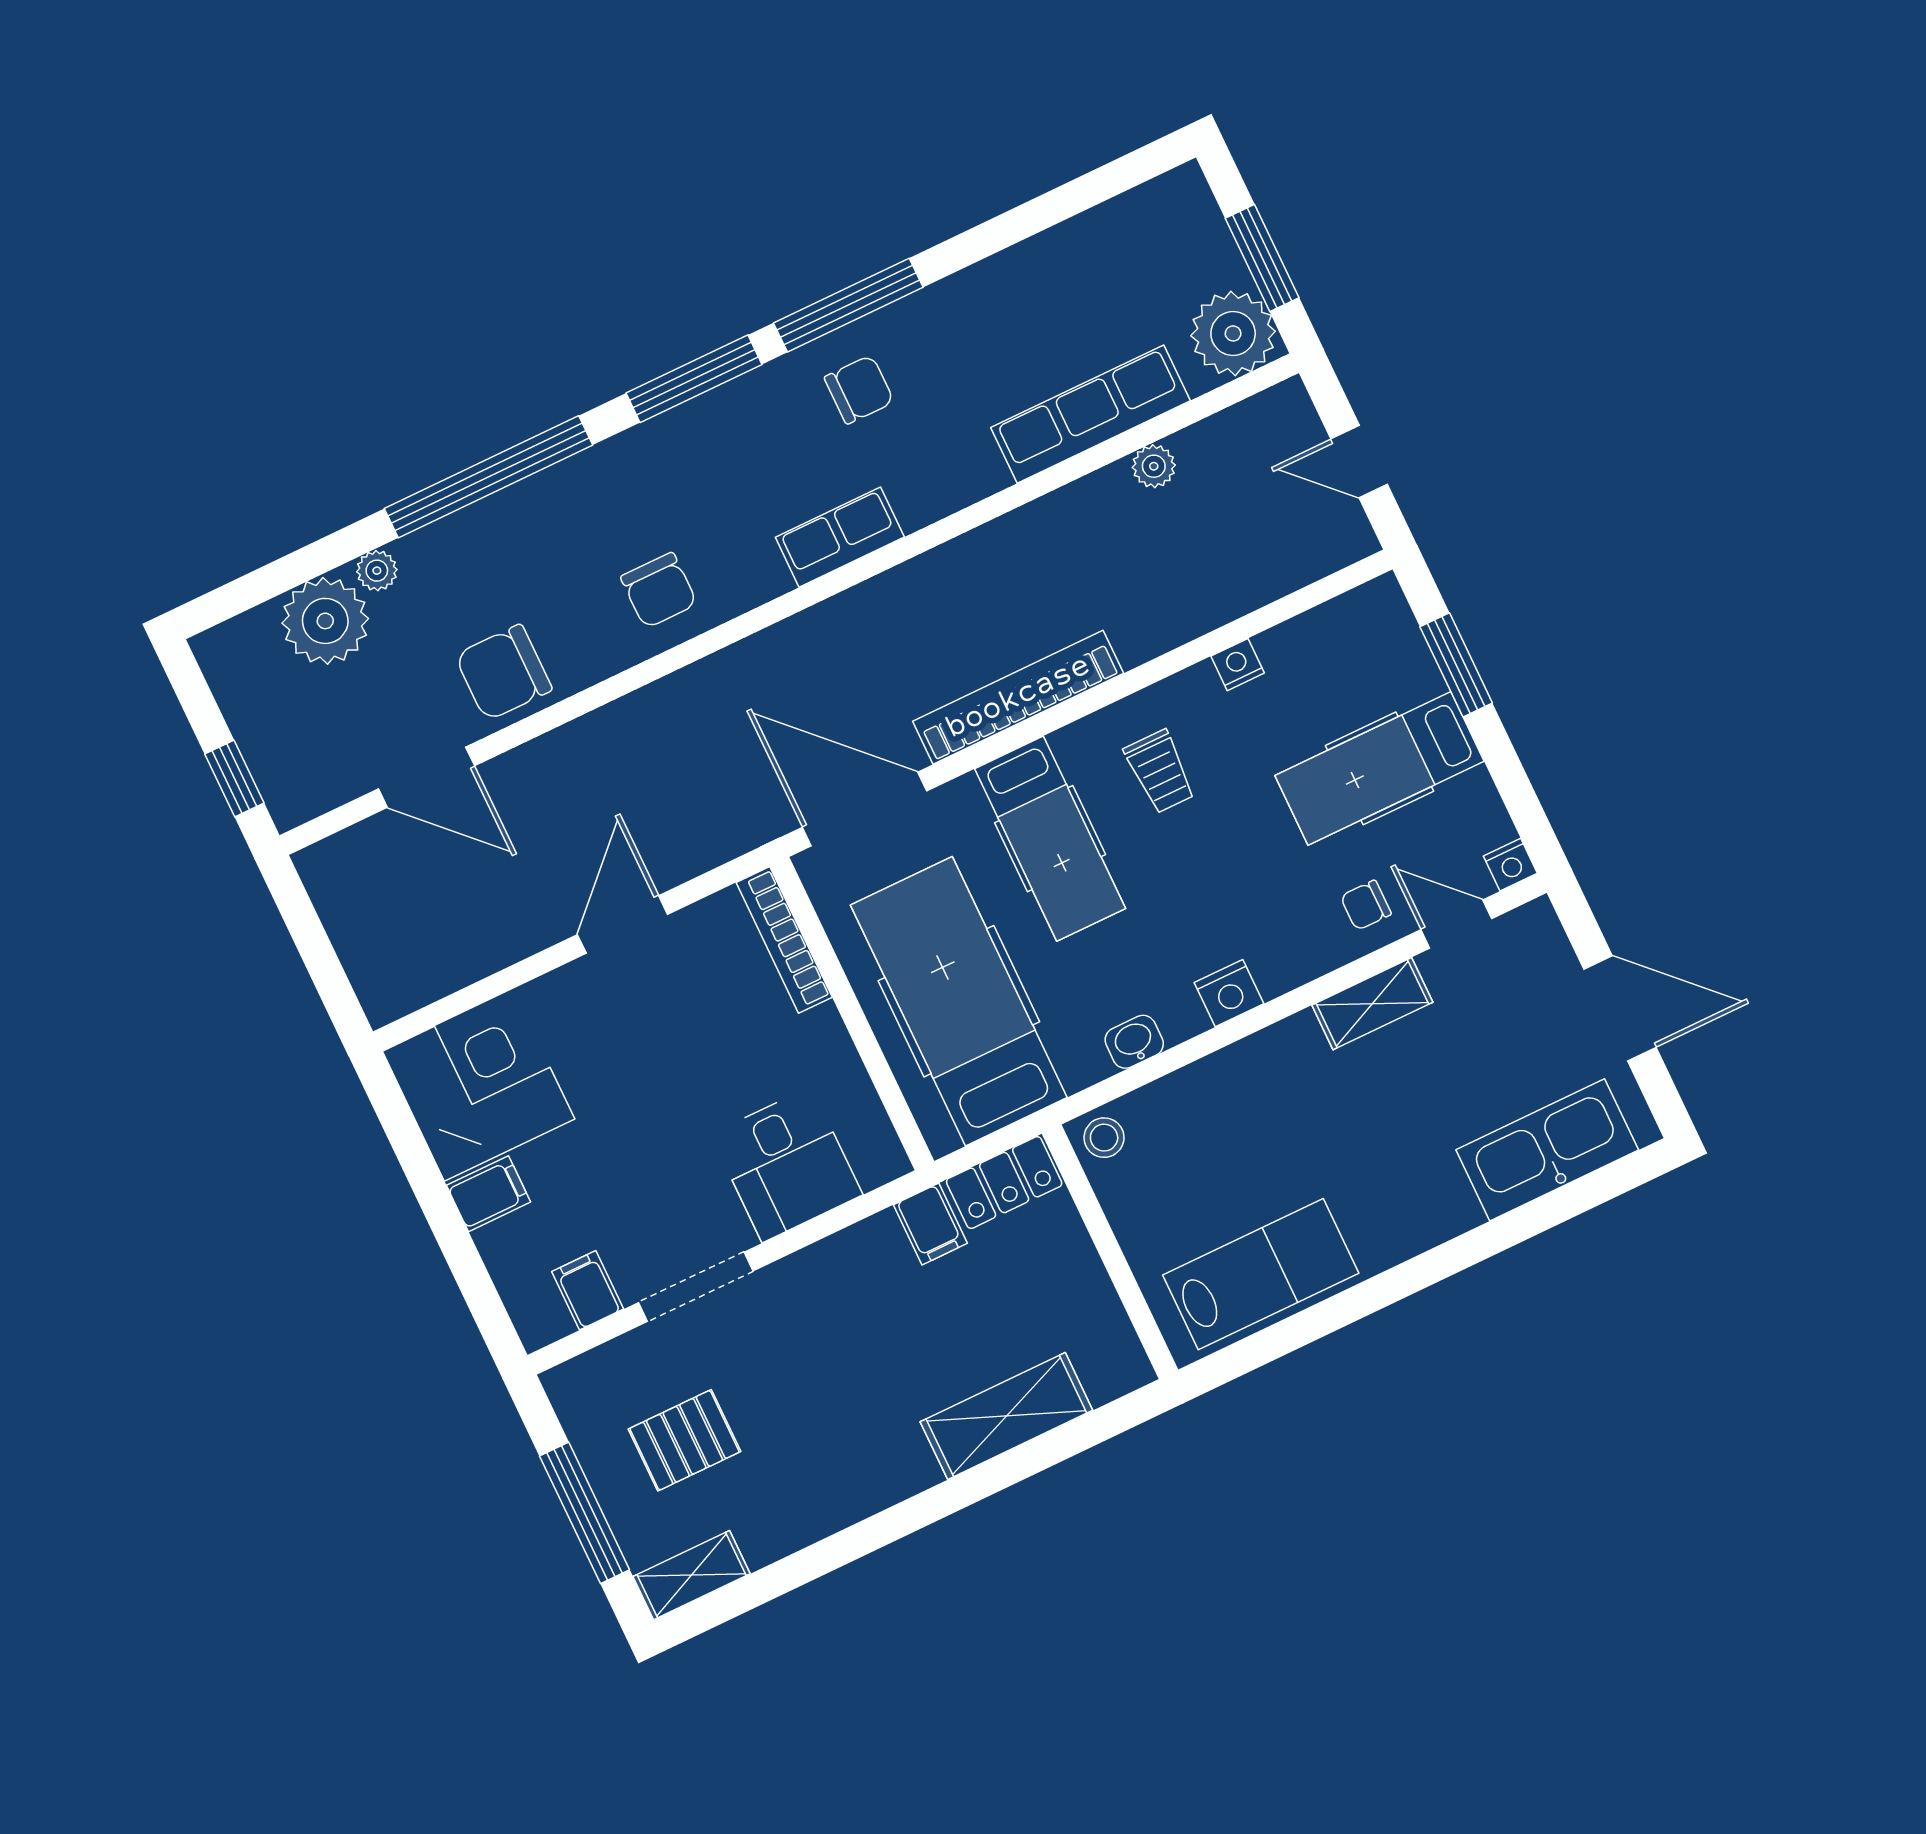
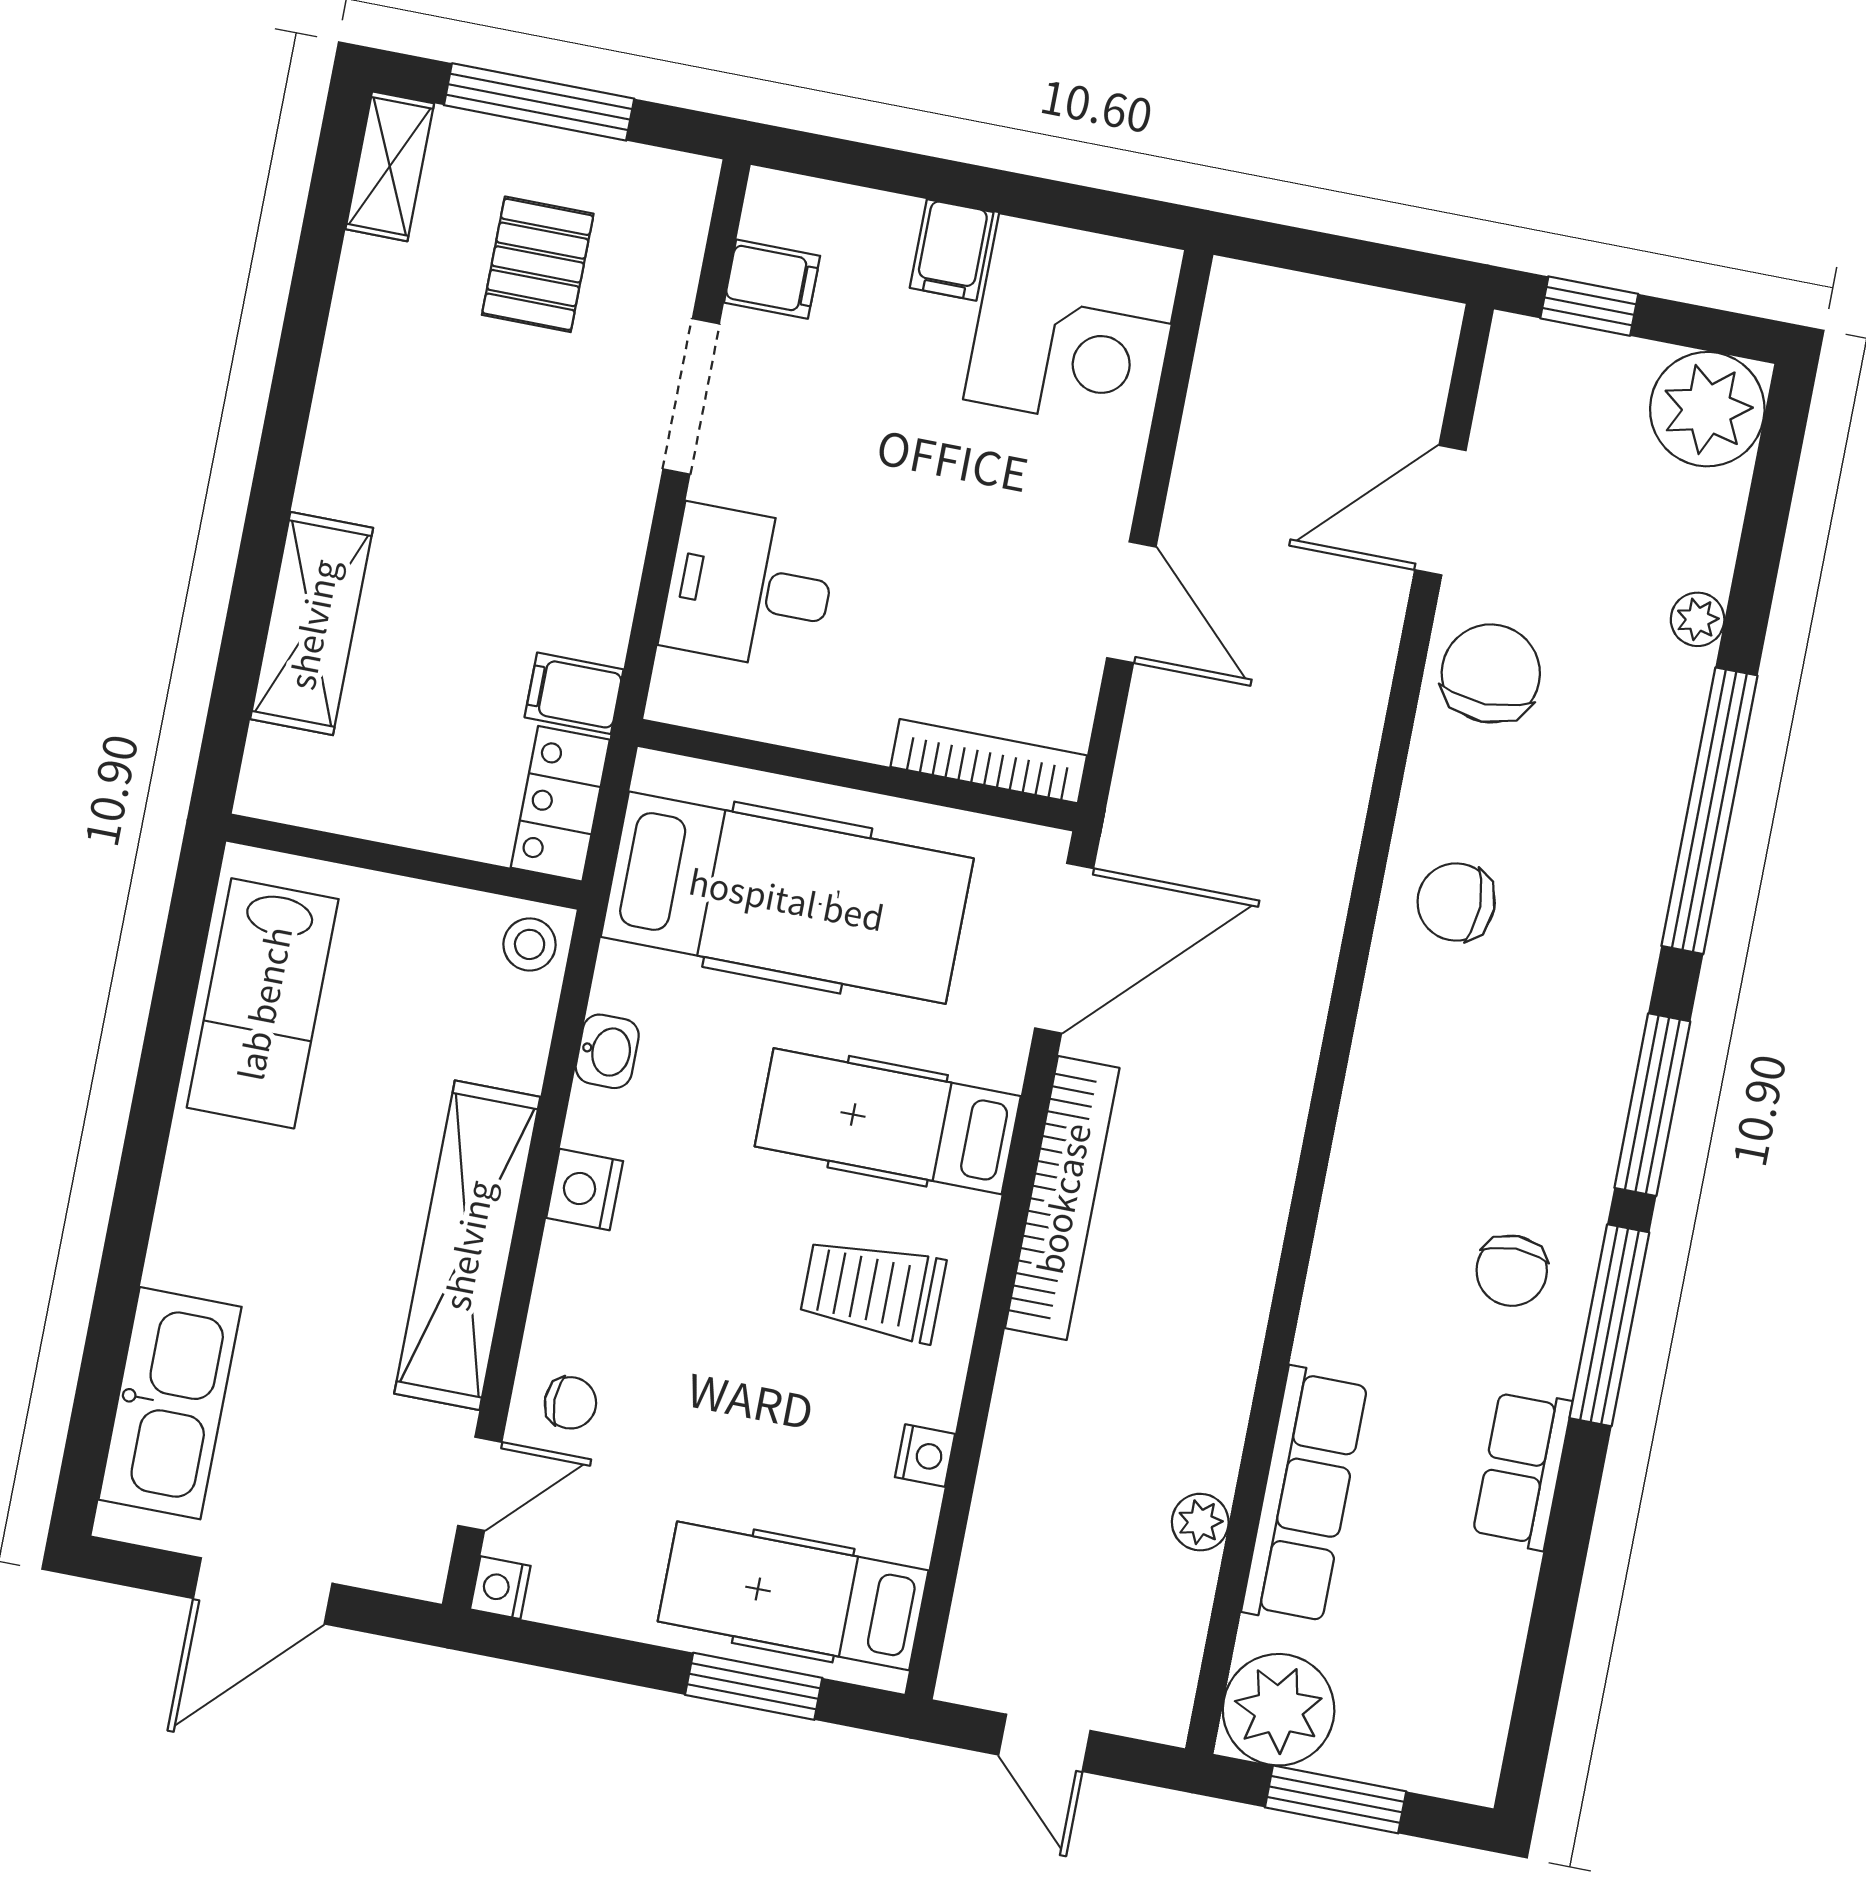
door: (1359, 462) -> (1044, 1743), swing flipped
row of seats: (840, 537) -> (1522, 1469), moved, turned 180
plant: (325, 621) -> (1707, 409), moved
hospital bed: (1380, 768) -> (793, 1596), moved, turned -90
trolley: (1160, 772) -> (873, 1290), width x1.36, depth x1.39
chair: (1366, 905) -> (570, 1403), turned 90
shelving: (1372, 1004) -> (467, 1245), width x2.20, depth x1.33

